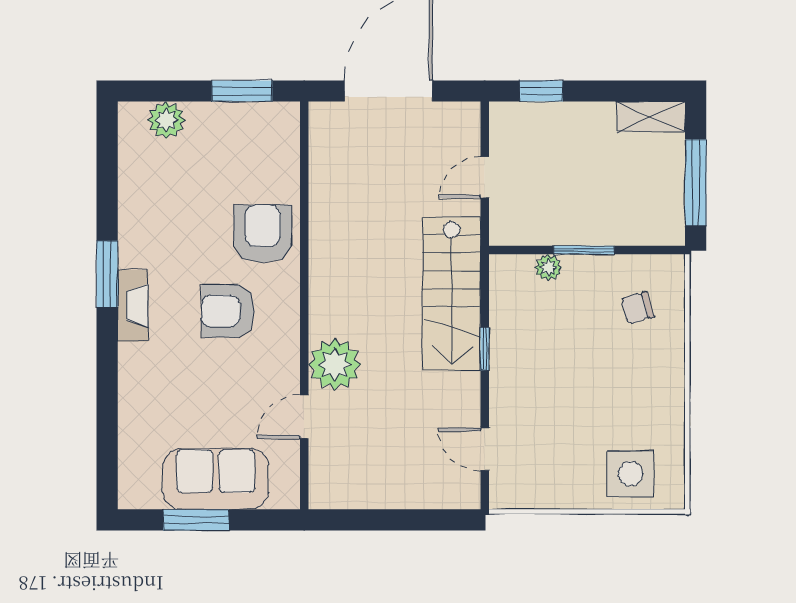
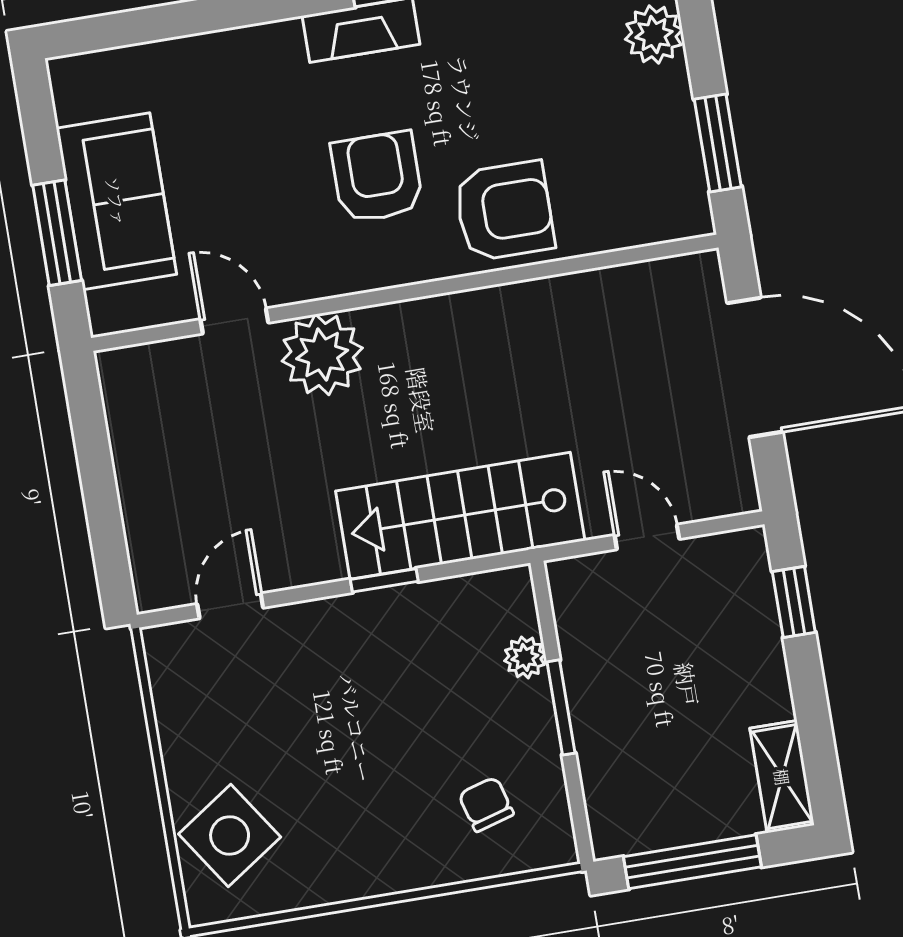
side table: (630, 474) -> (230, 836), turned -34
window: (196, 520) -> (57, 233), moved

